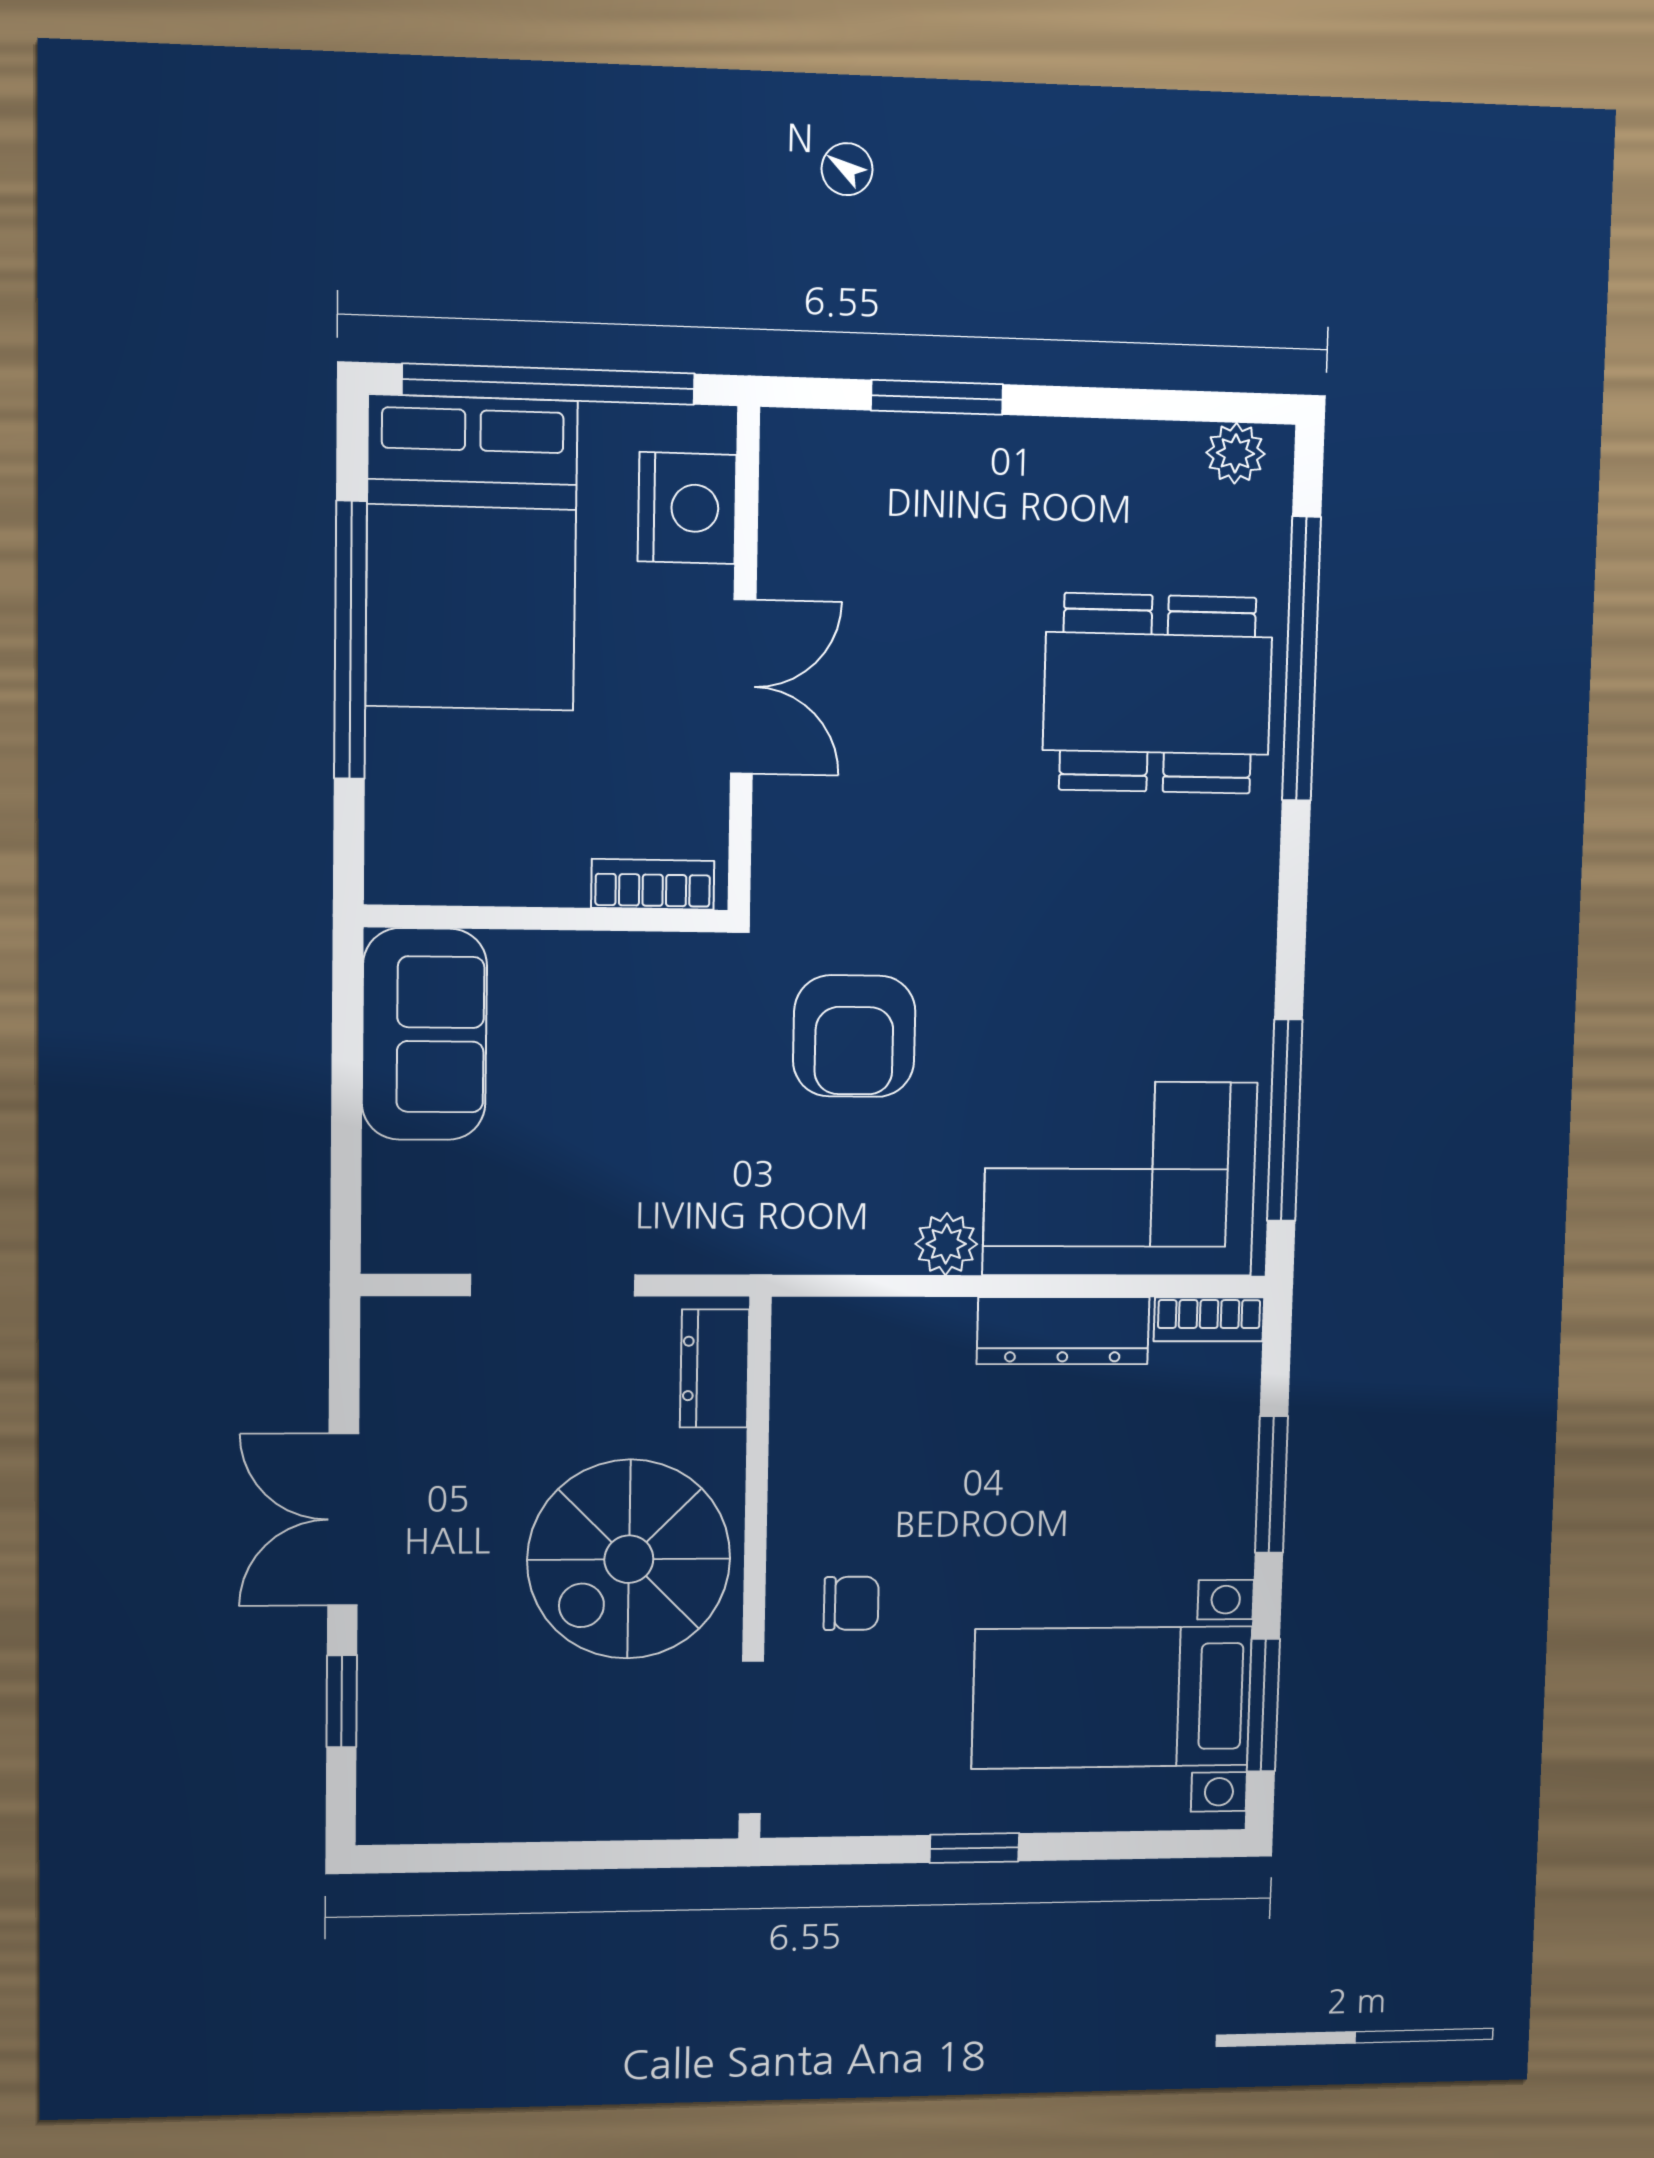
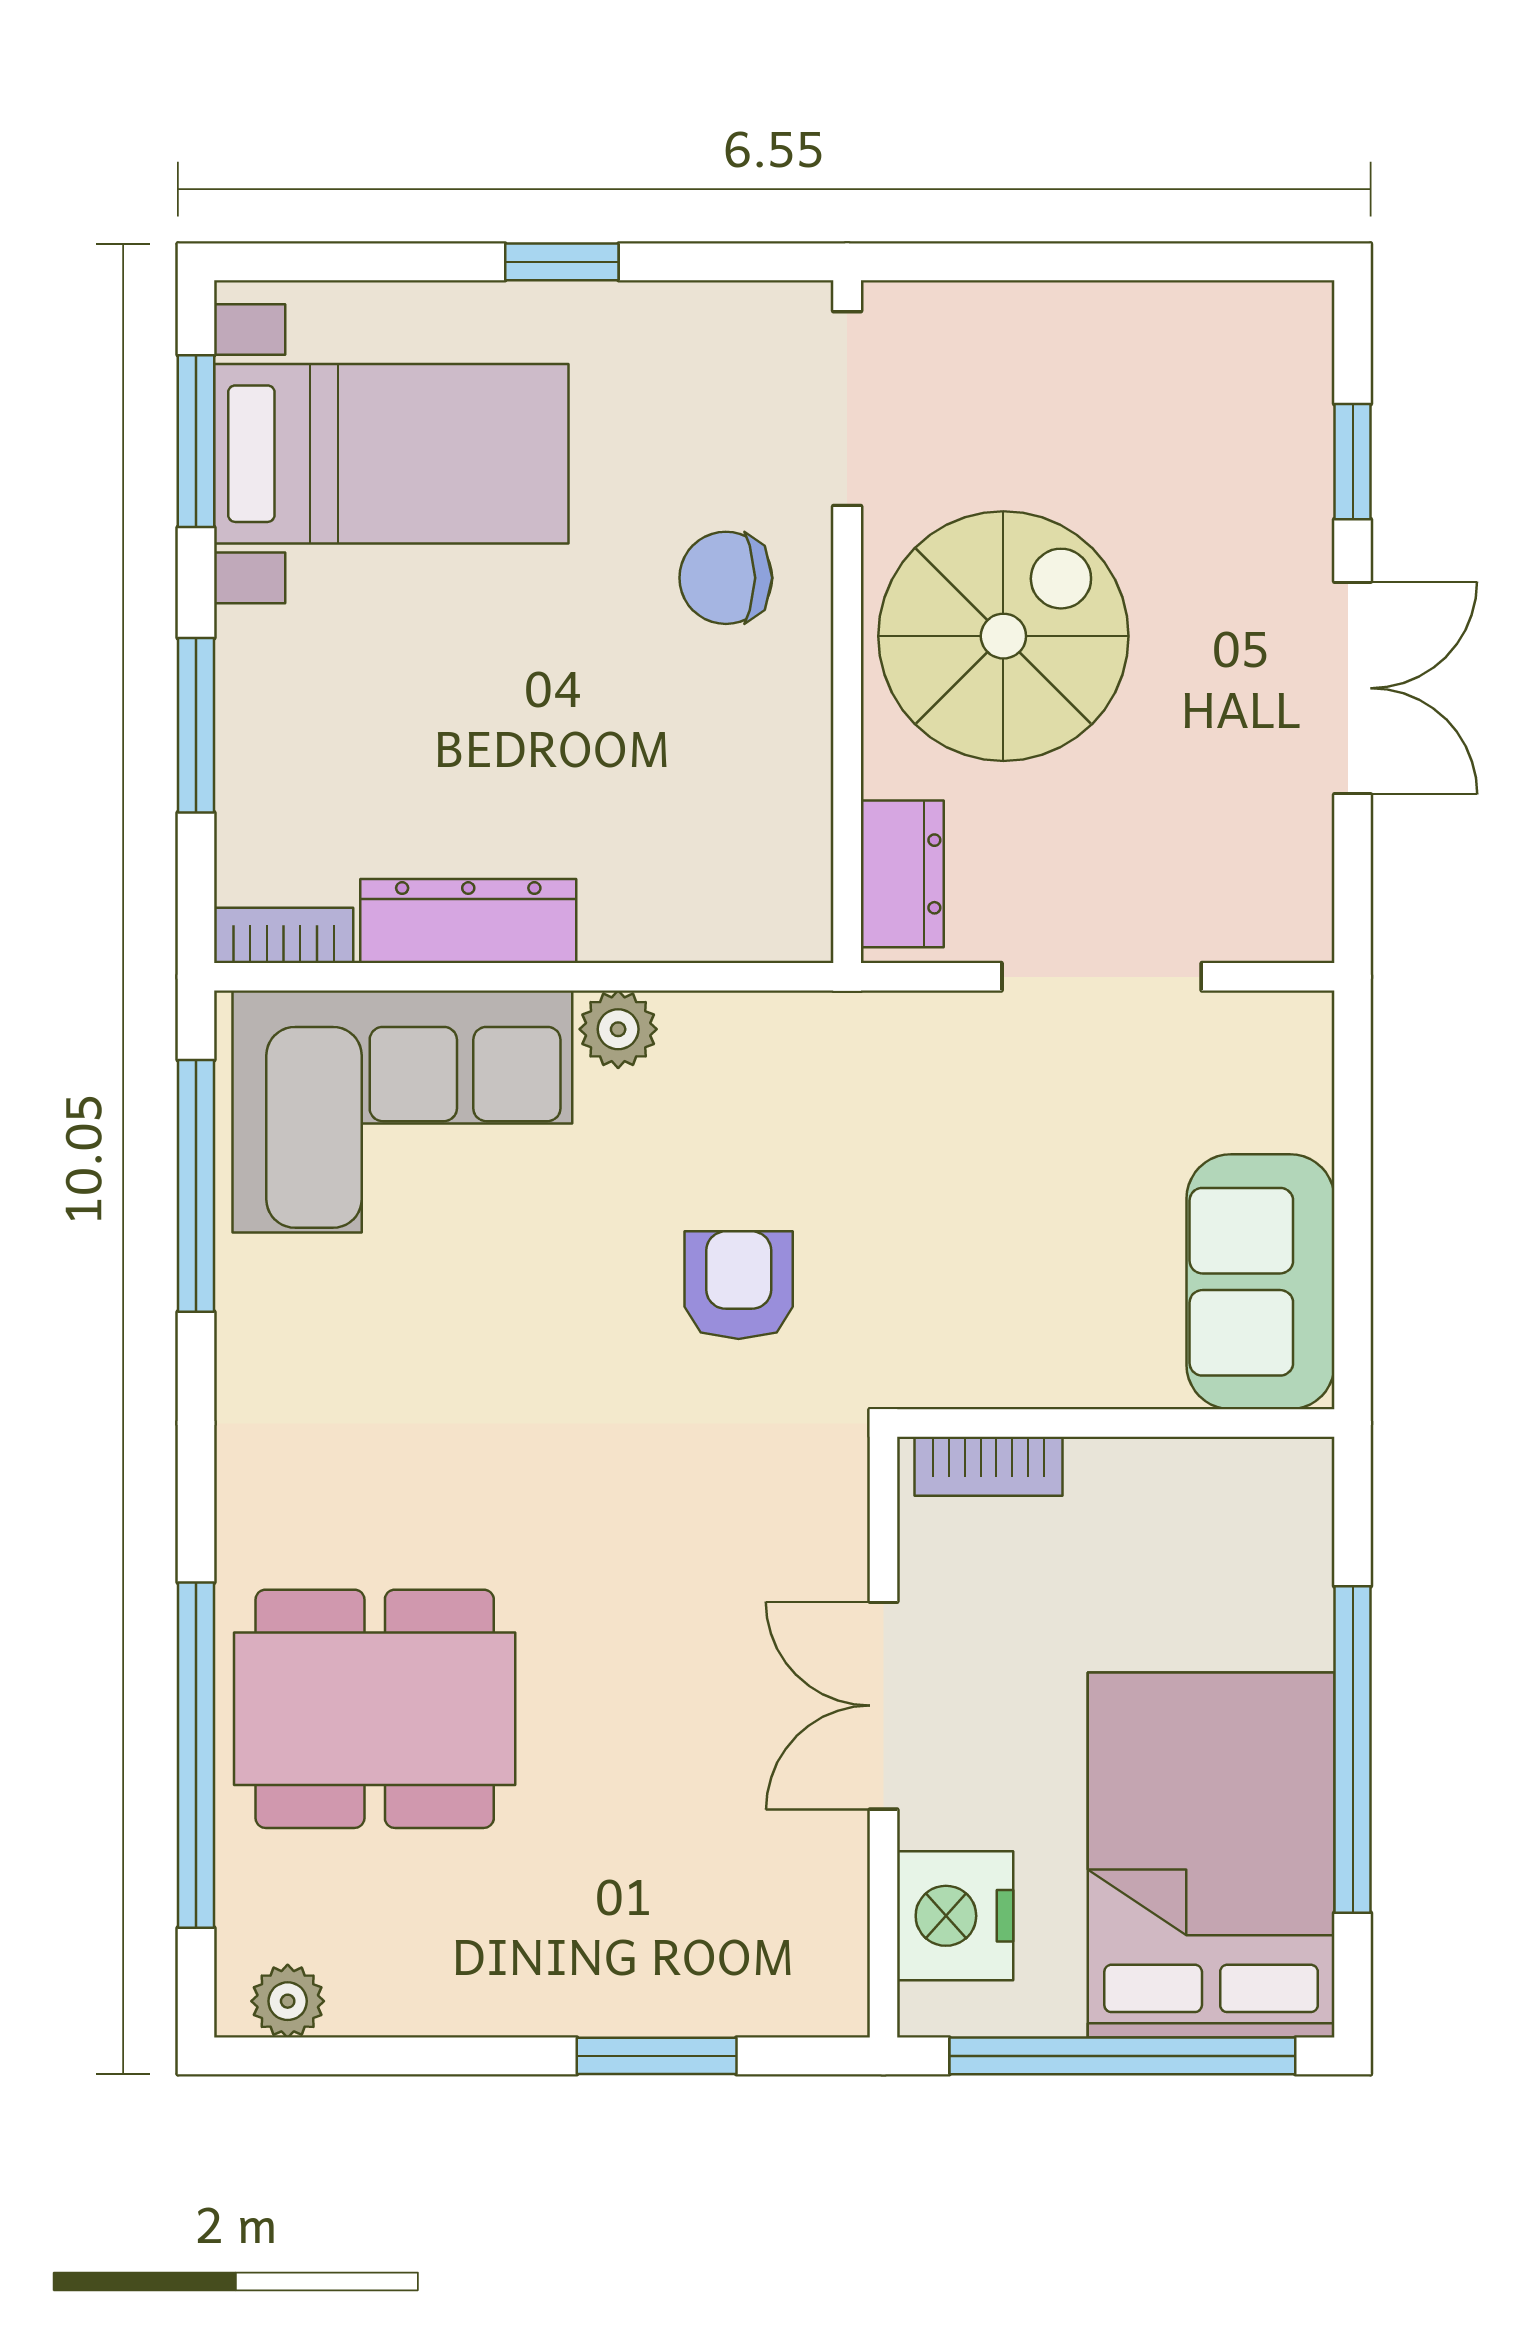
armchair: (854, 1036) -> (739, 1285), width x0.72, depth x0.72
chair: (851, 1603) -> (726, 578), width x1.37, depth x1.37

